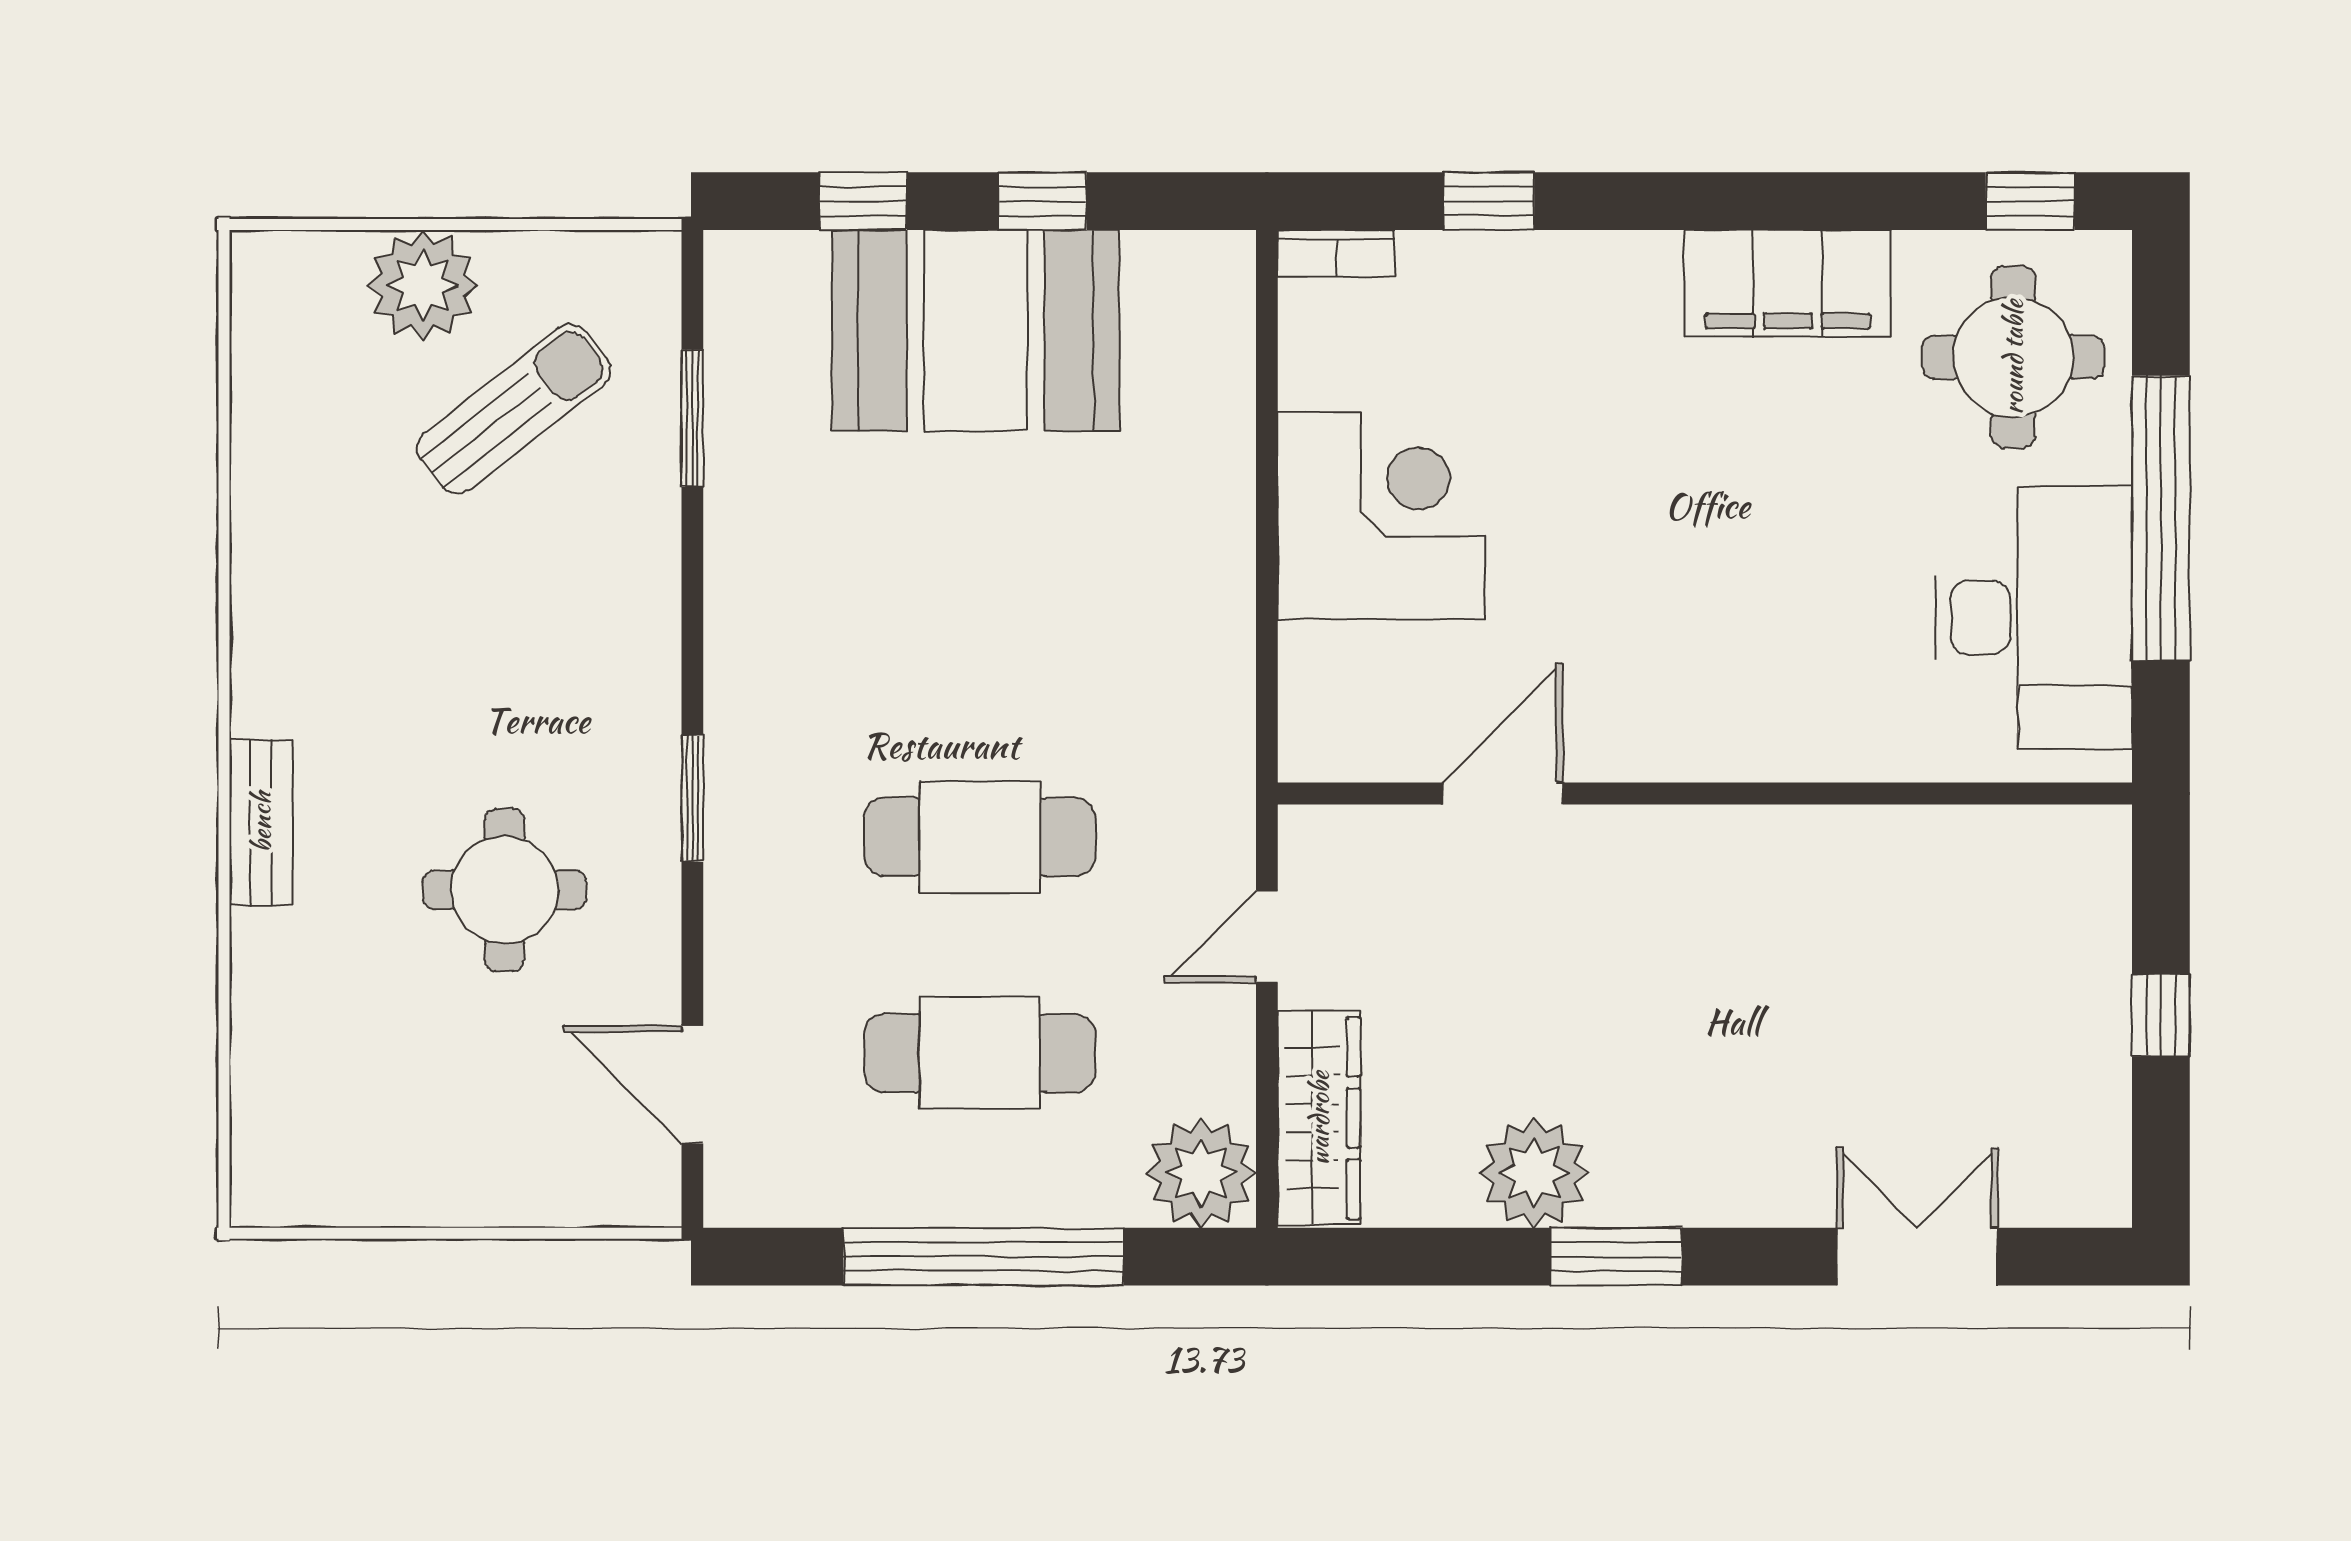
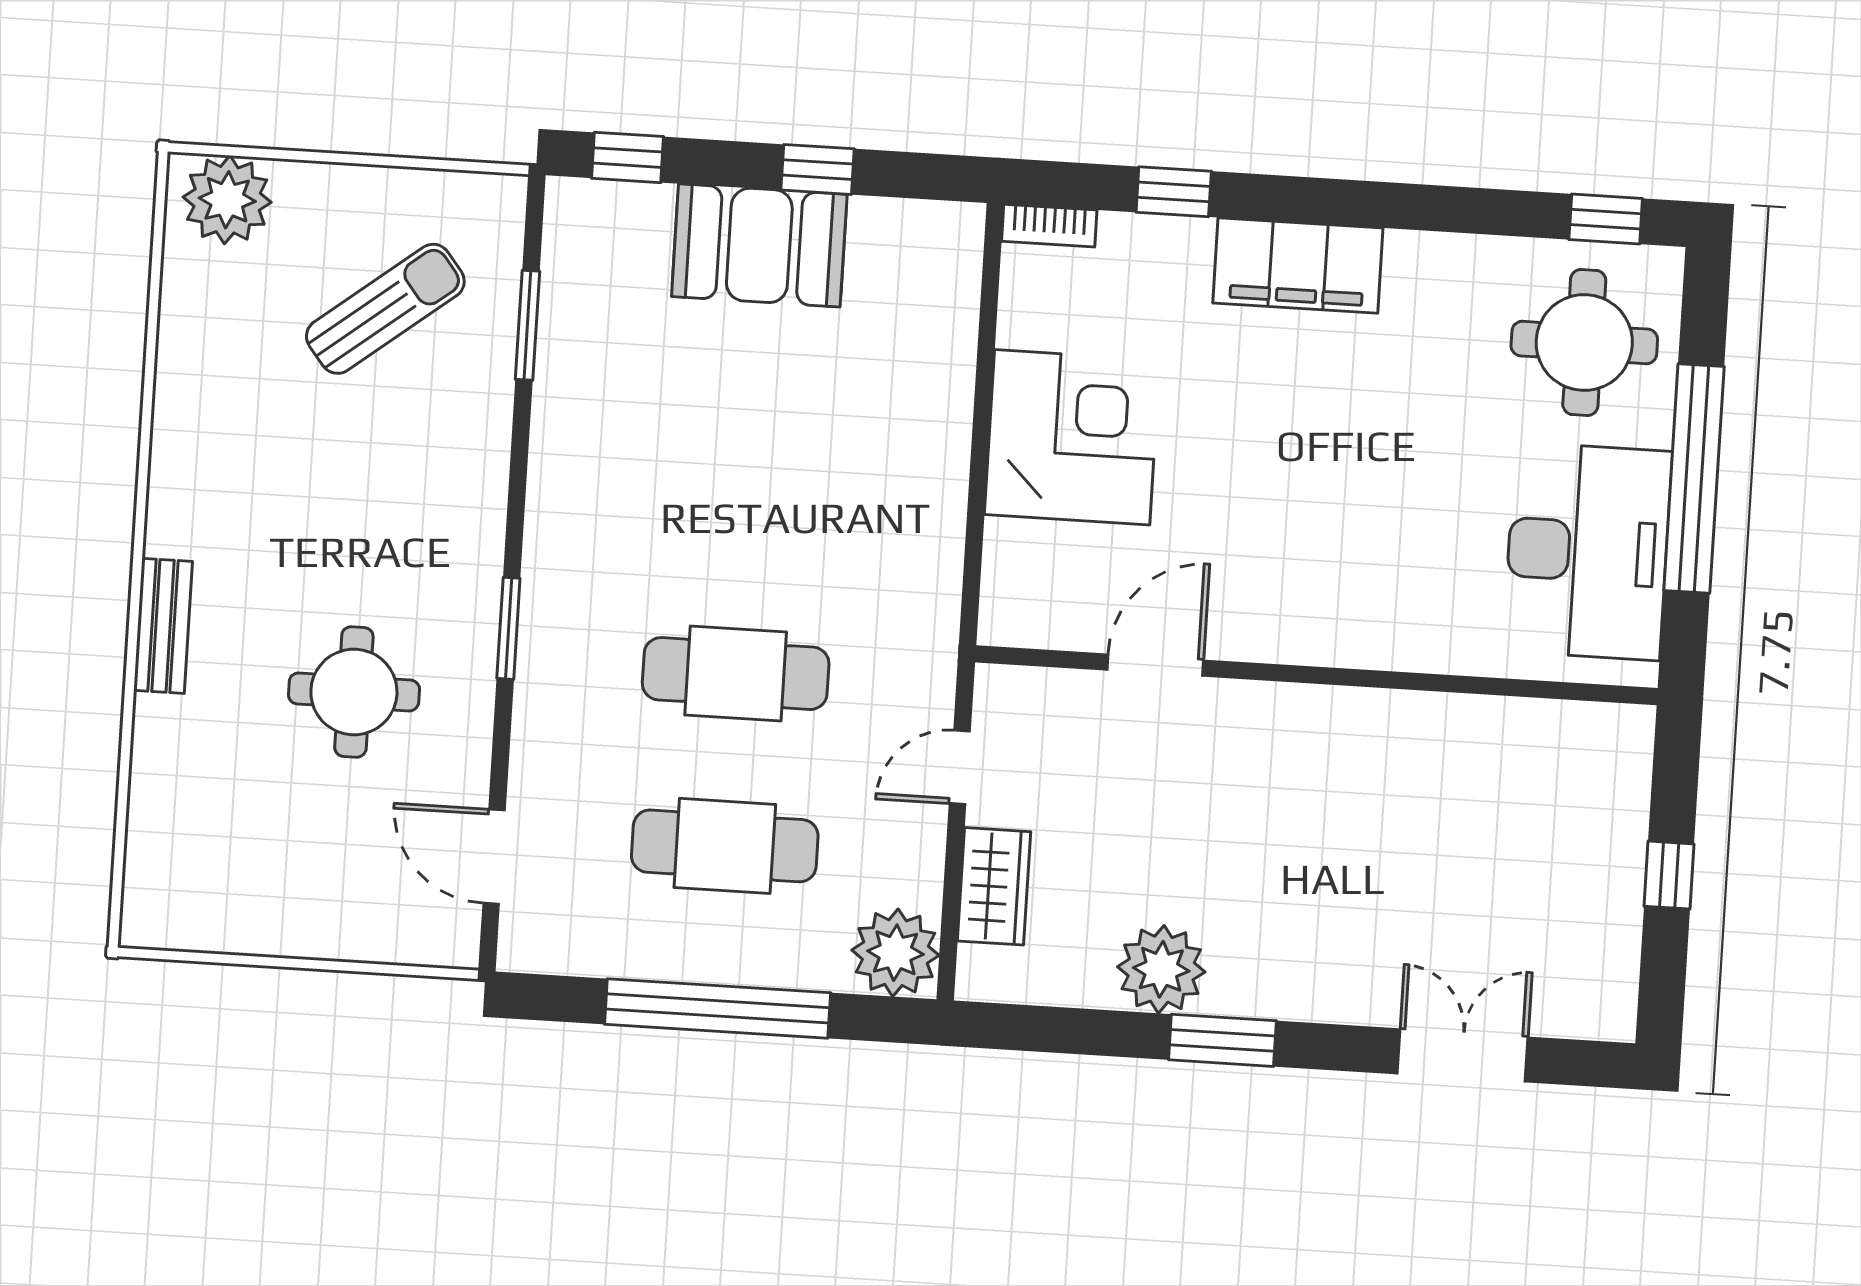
window: (863, 201) -> (627, 157), moved
filing cabinet: (1788, 283) -> (1298, 266), moved
plant: (423, 285) -> (227, 200), moved
booth: (976, 331) -> (759, 245), width x0.73, depth x0.70
wardrobe: (1319, 1118) -> (994, 886), width x0.67

